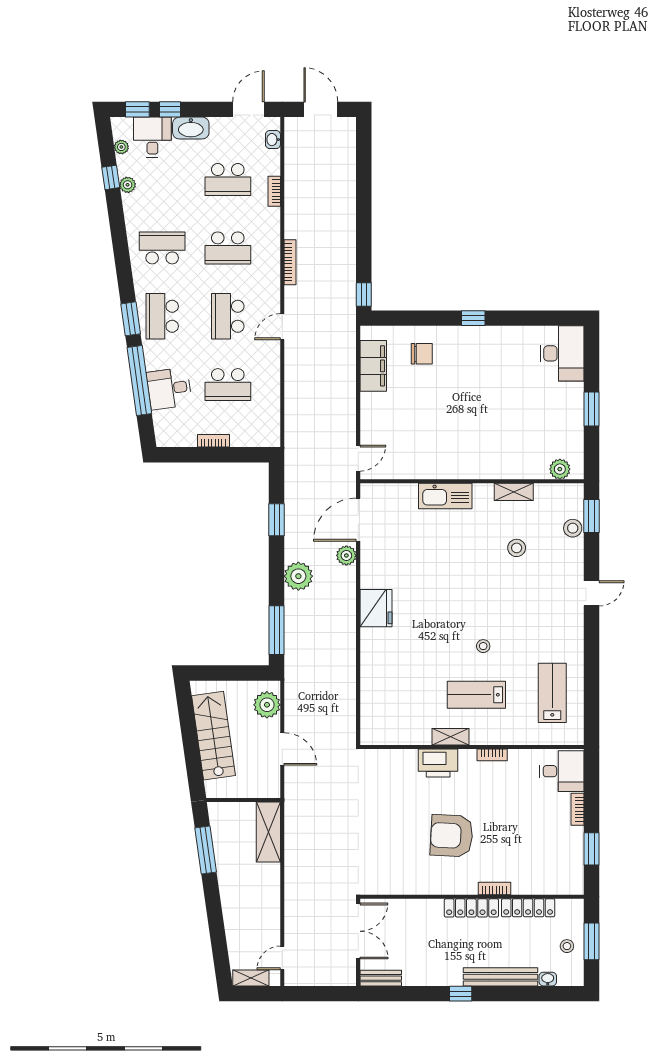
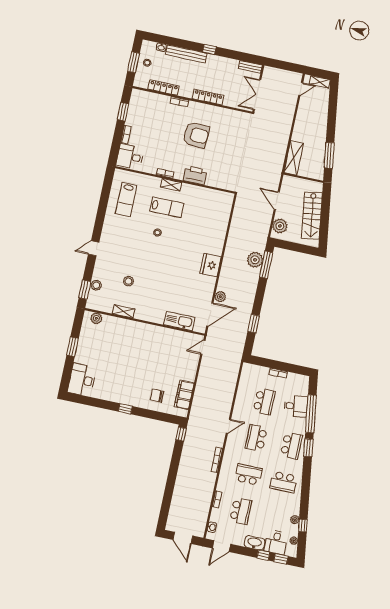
school desk: (228, 180) -> (241, 511), turned 90
school desk: (228, 316) -> (256, 438), turned 180
school desk: (228, 385) -> (264, 401), turned 90
kitchen sink: (445, 496) -> (179, 321), moved
plant: (298, 576) -> (255, 260), moved
shelving: (451, 737) -> (171, 185), moved
locker: (471, 908) -> (208, 97), moved

